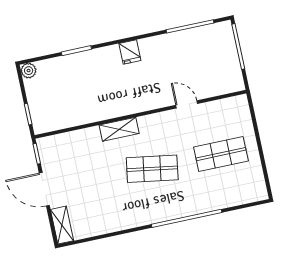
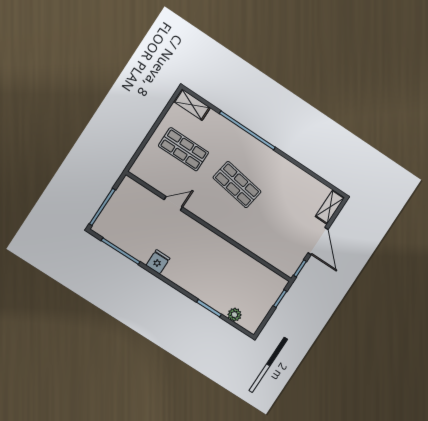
fridge: (130, 52) -> (158, 262), moved
plant: (29, 71) -> (235, 315), moved
door: (187, 104) -> (173, 203), swing flipped
shelving: (119, 129) -> (192, 105), moved

